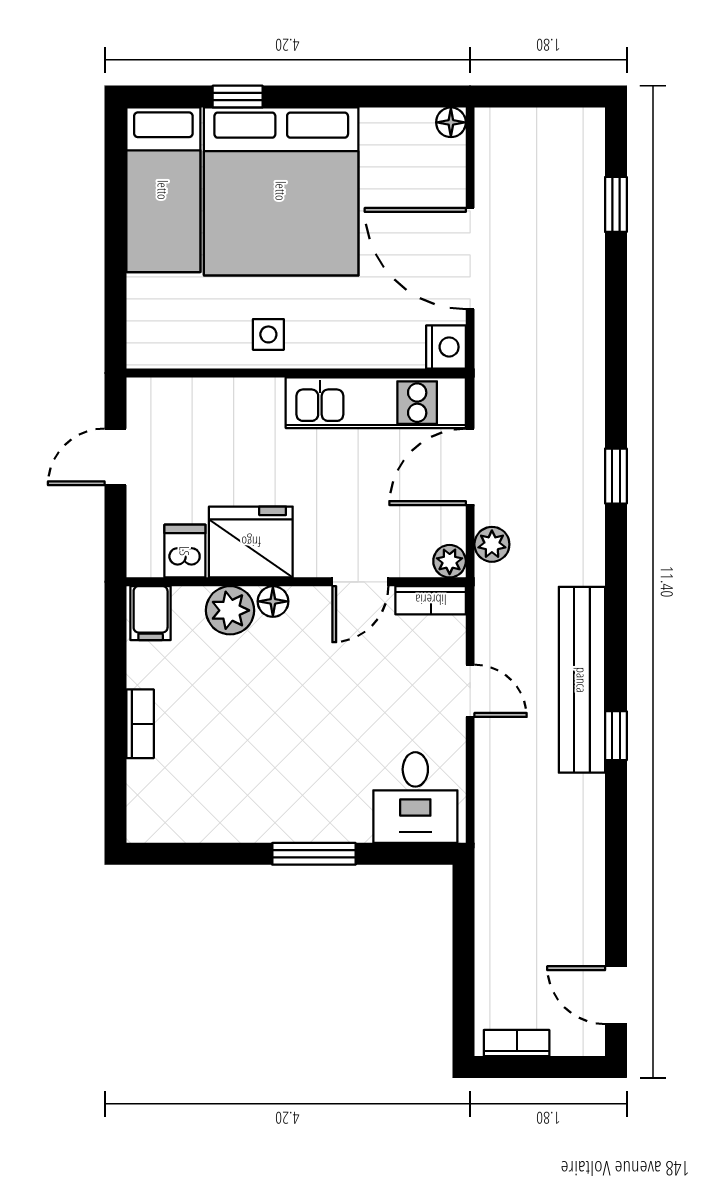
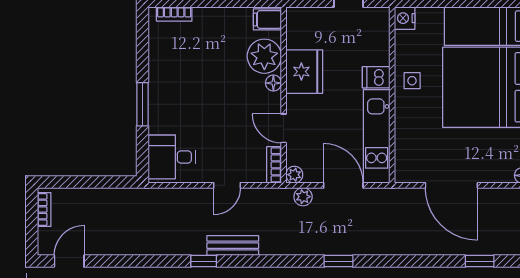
door: (470, 259) -> (451, 185), swing flipped
nightstand: (446, 347) -> (405, 18), moved, turned 90
dishwasher: (185, 551) -> (376, 77), moved, turned 180
plant: (230, 610) -> (264, 56), width x1.36, depth x1.36
bench: (582, 680) -> (233, 246), width x0.54, depth x0.82
bookcase: (140, 724) -> (174, 14), moved

